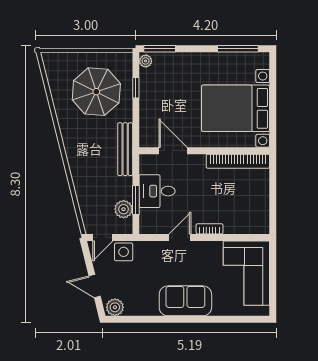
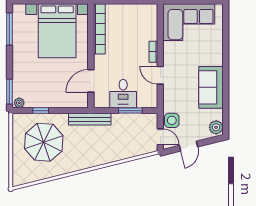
plant: (124, 209) -> (138, 120), removed
door: (95, 286) -> (189, 146), moved
sofa: (185, 301) -> (211, 87), moved

